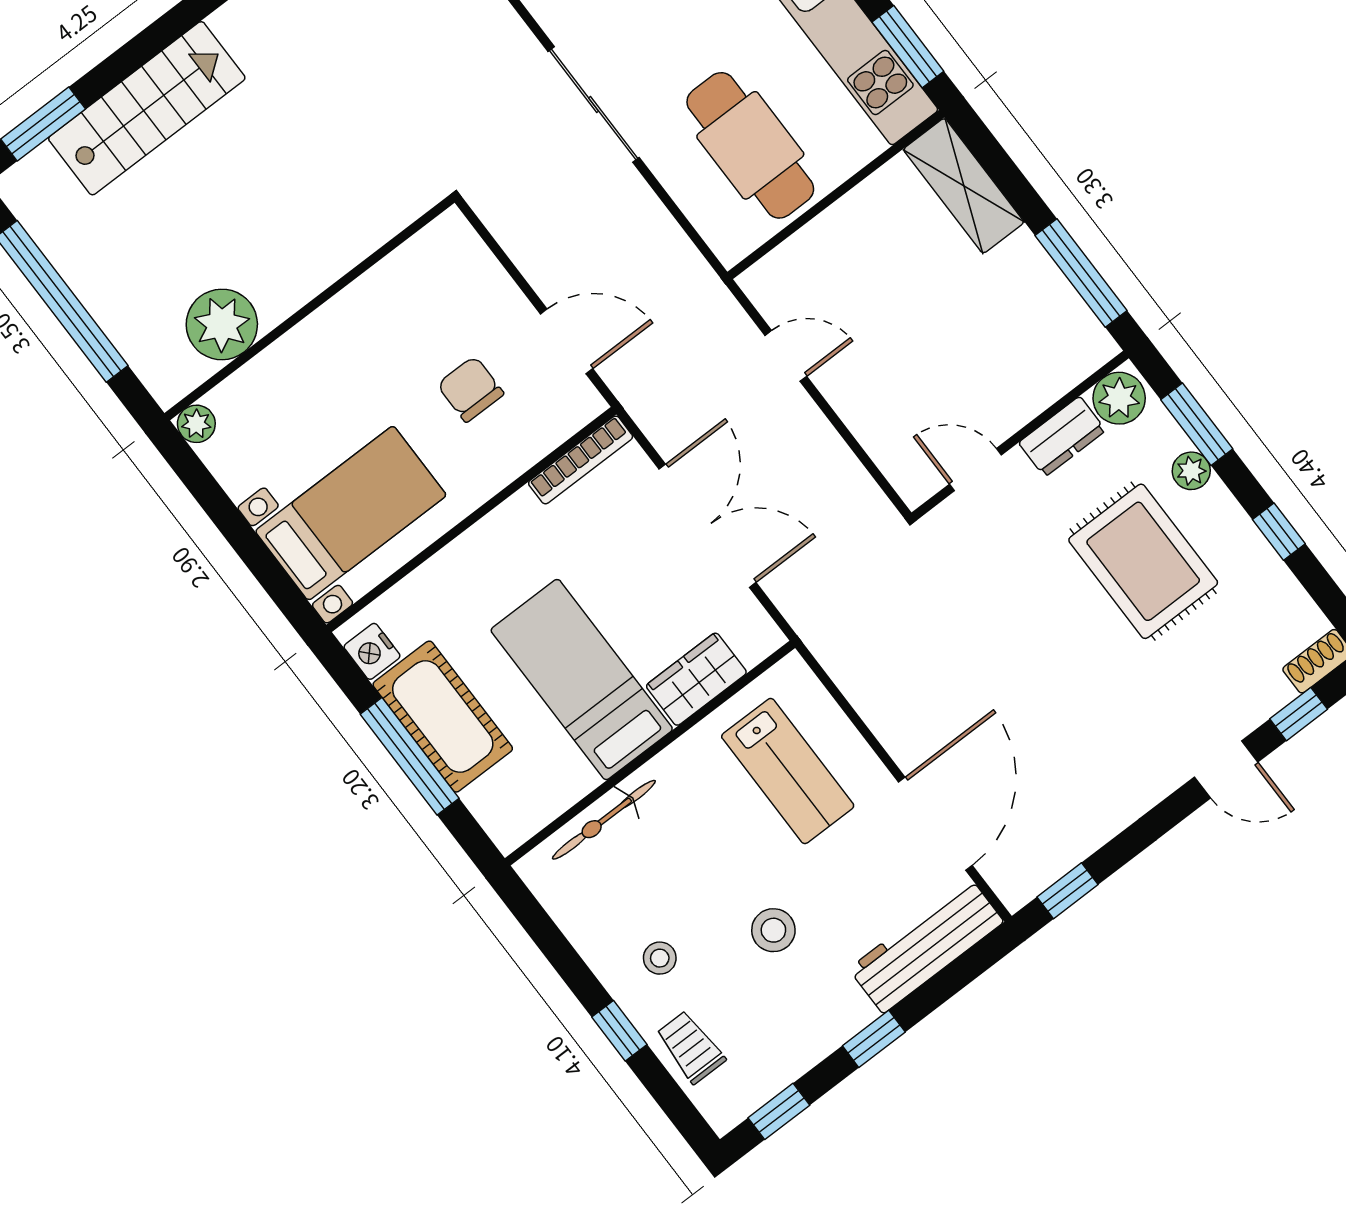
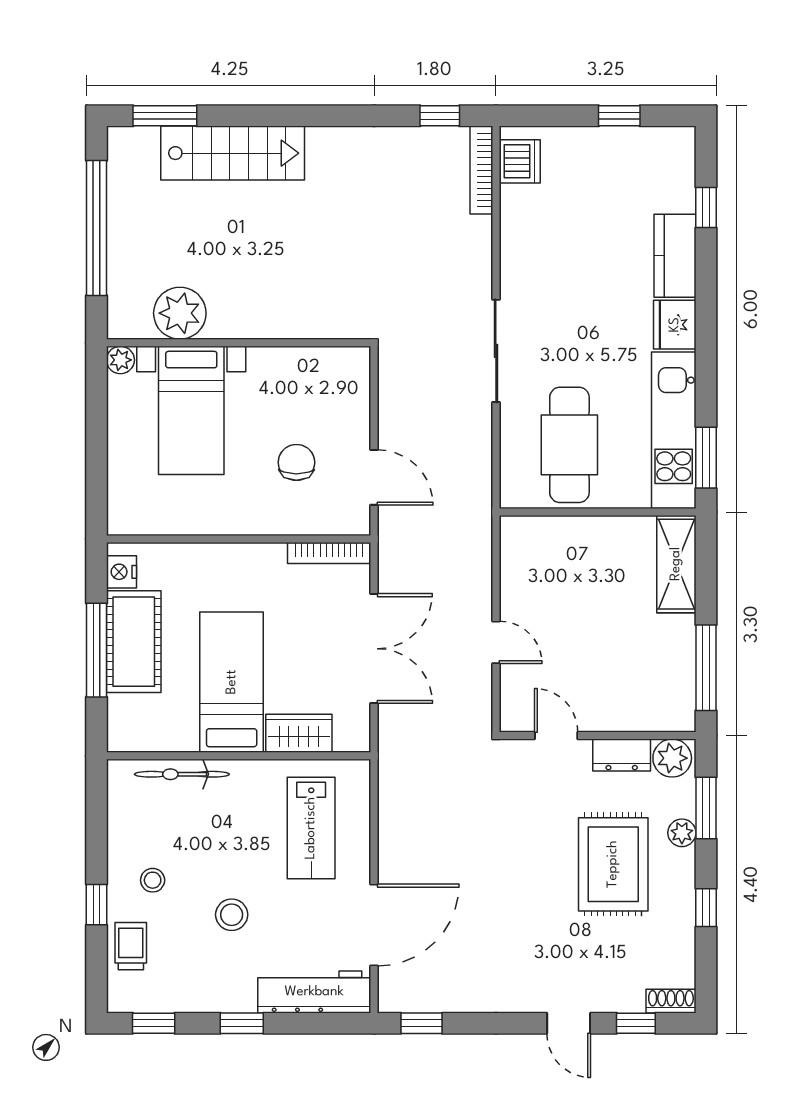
door: (786, 356) -> (496, 642), moved
bed with nightstands: (351, 513) -> (191, 410), moved, turned 90

